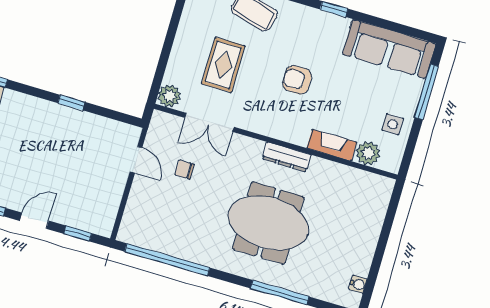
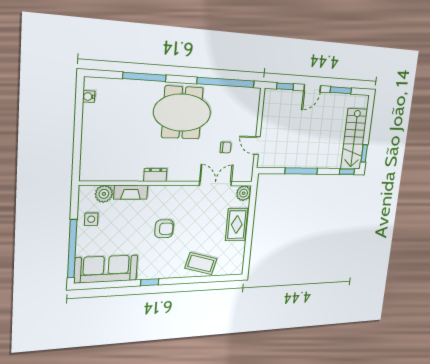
rug: (223, 65) -> (237, 225), moved
window: (427, 92) -> (72, 249), width x1.46
window: (71, 103) -> (301, 171), width x2.17
dresser: (287, 157) -> (155, 175), width x0.70
meeting table: (268, 223) -> (182, 113), moved

